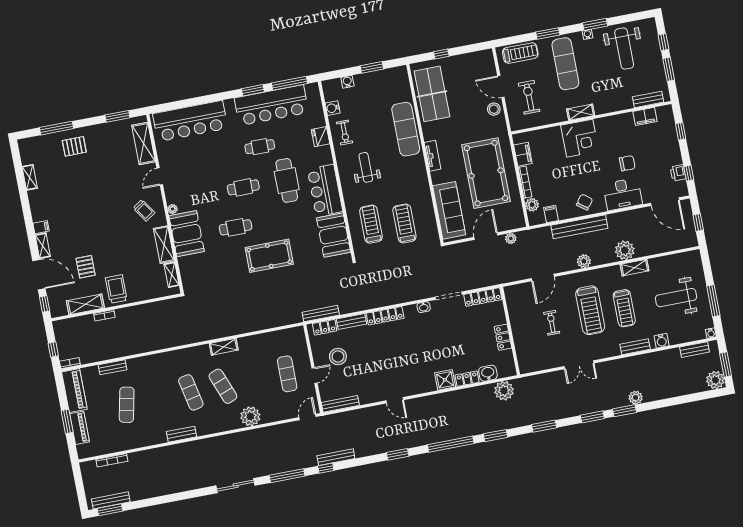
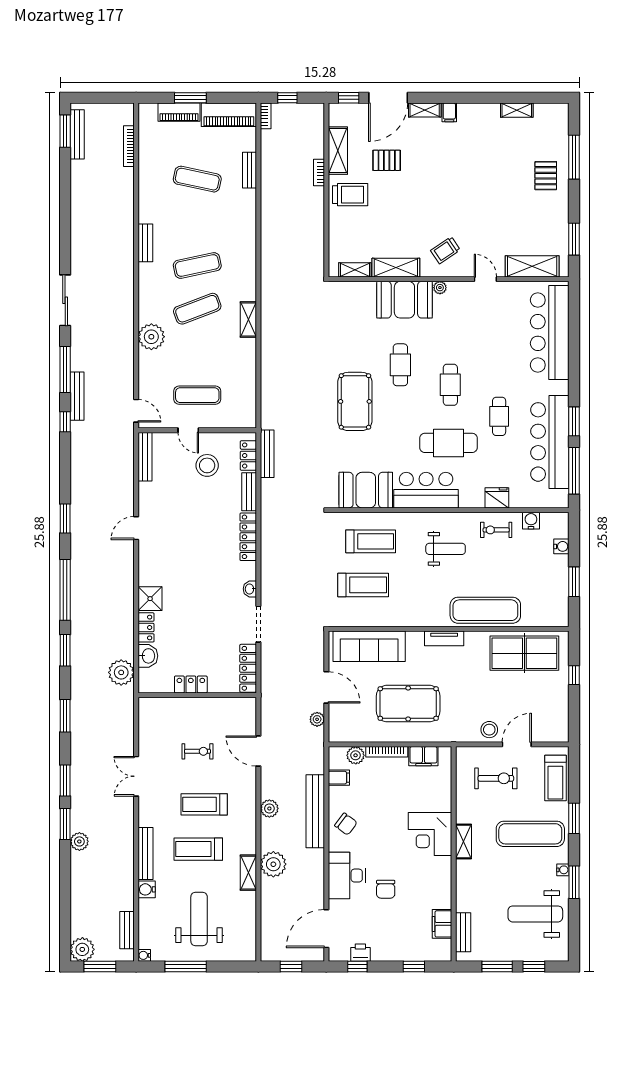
pool table: (486, 173) -> (408, 704), width x0.73, depth x0.76
treadmill: (590, 310) -> (204, 804), width x0.73, depth x0.73
bench: (635, 347) -> (145, 854), width x1.36
bench: (336, 457) -> (77, 396), moved

